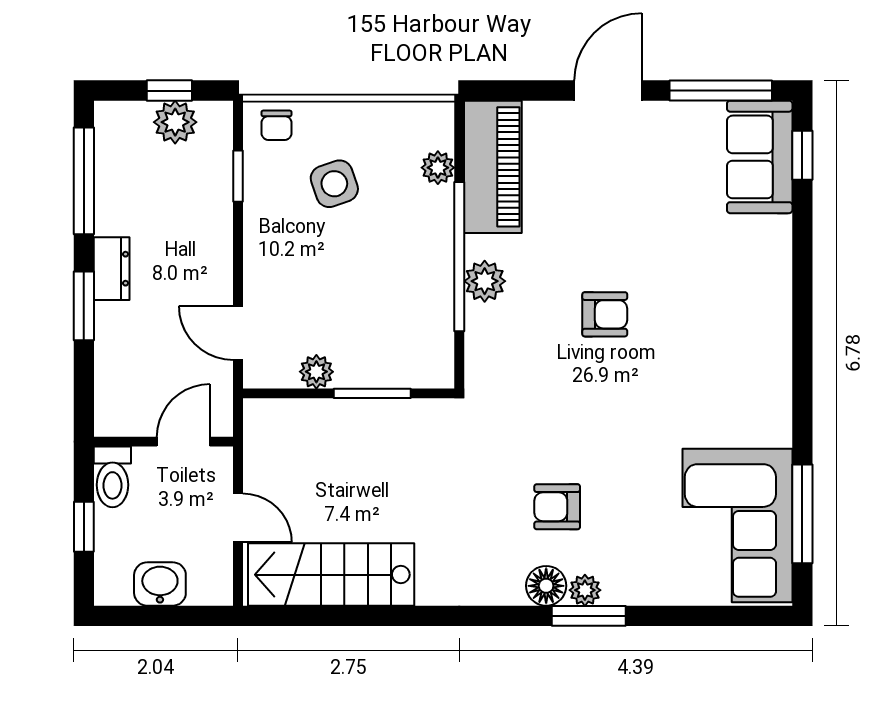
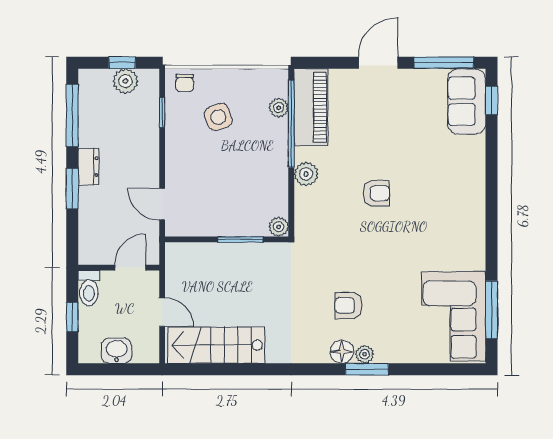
window: (459, 257) -> (291, 124), moved
plant: (316, 372) -> (279, 227), moved

